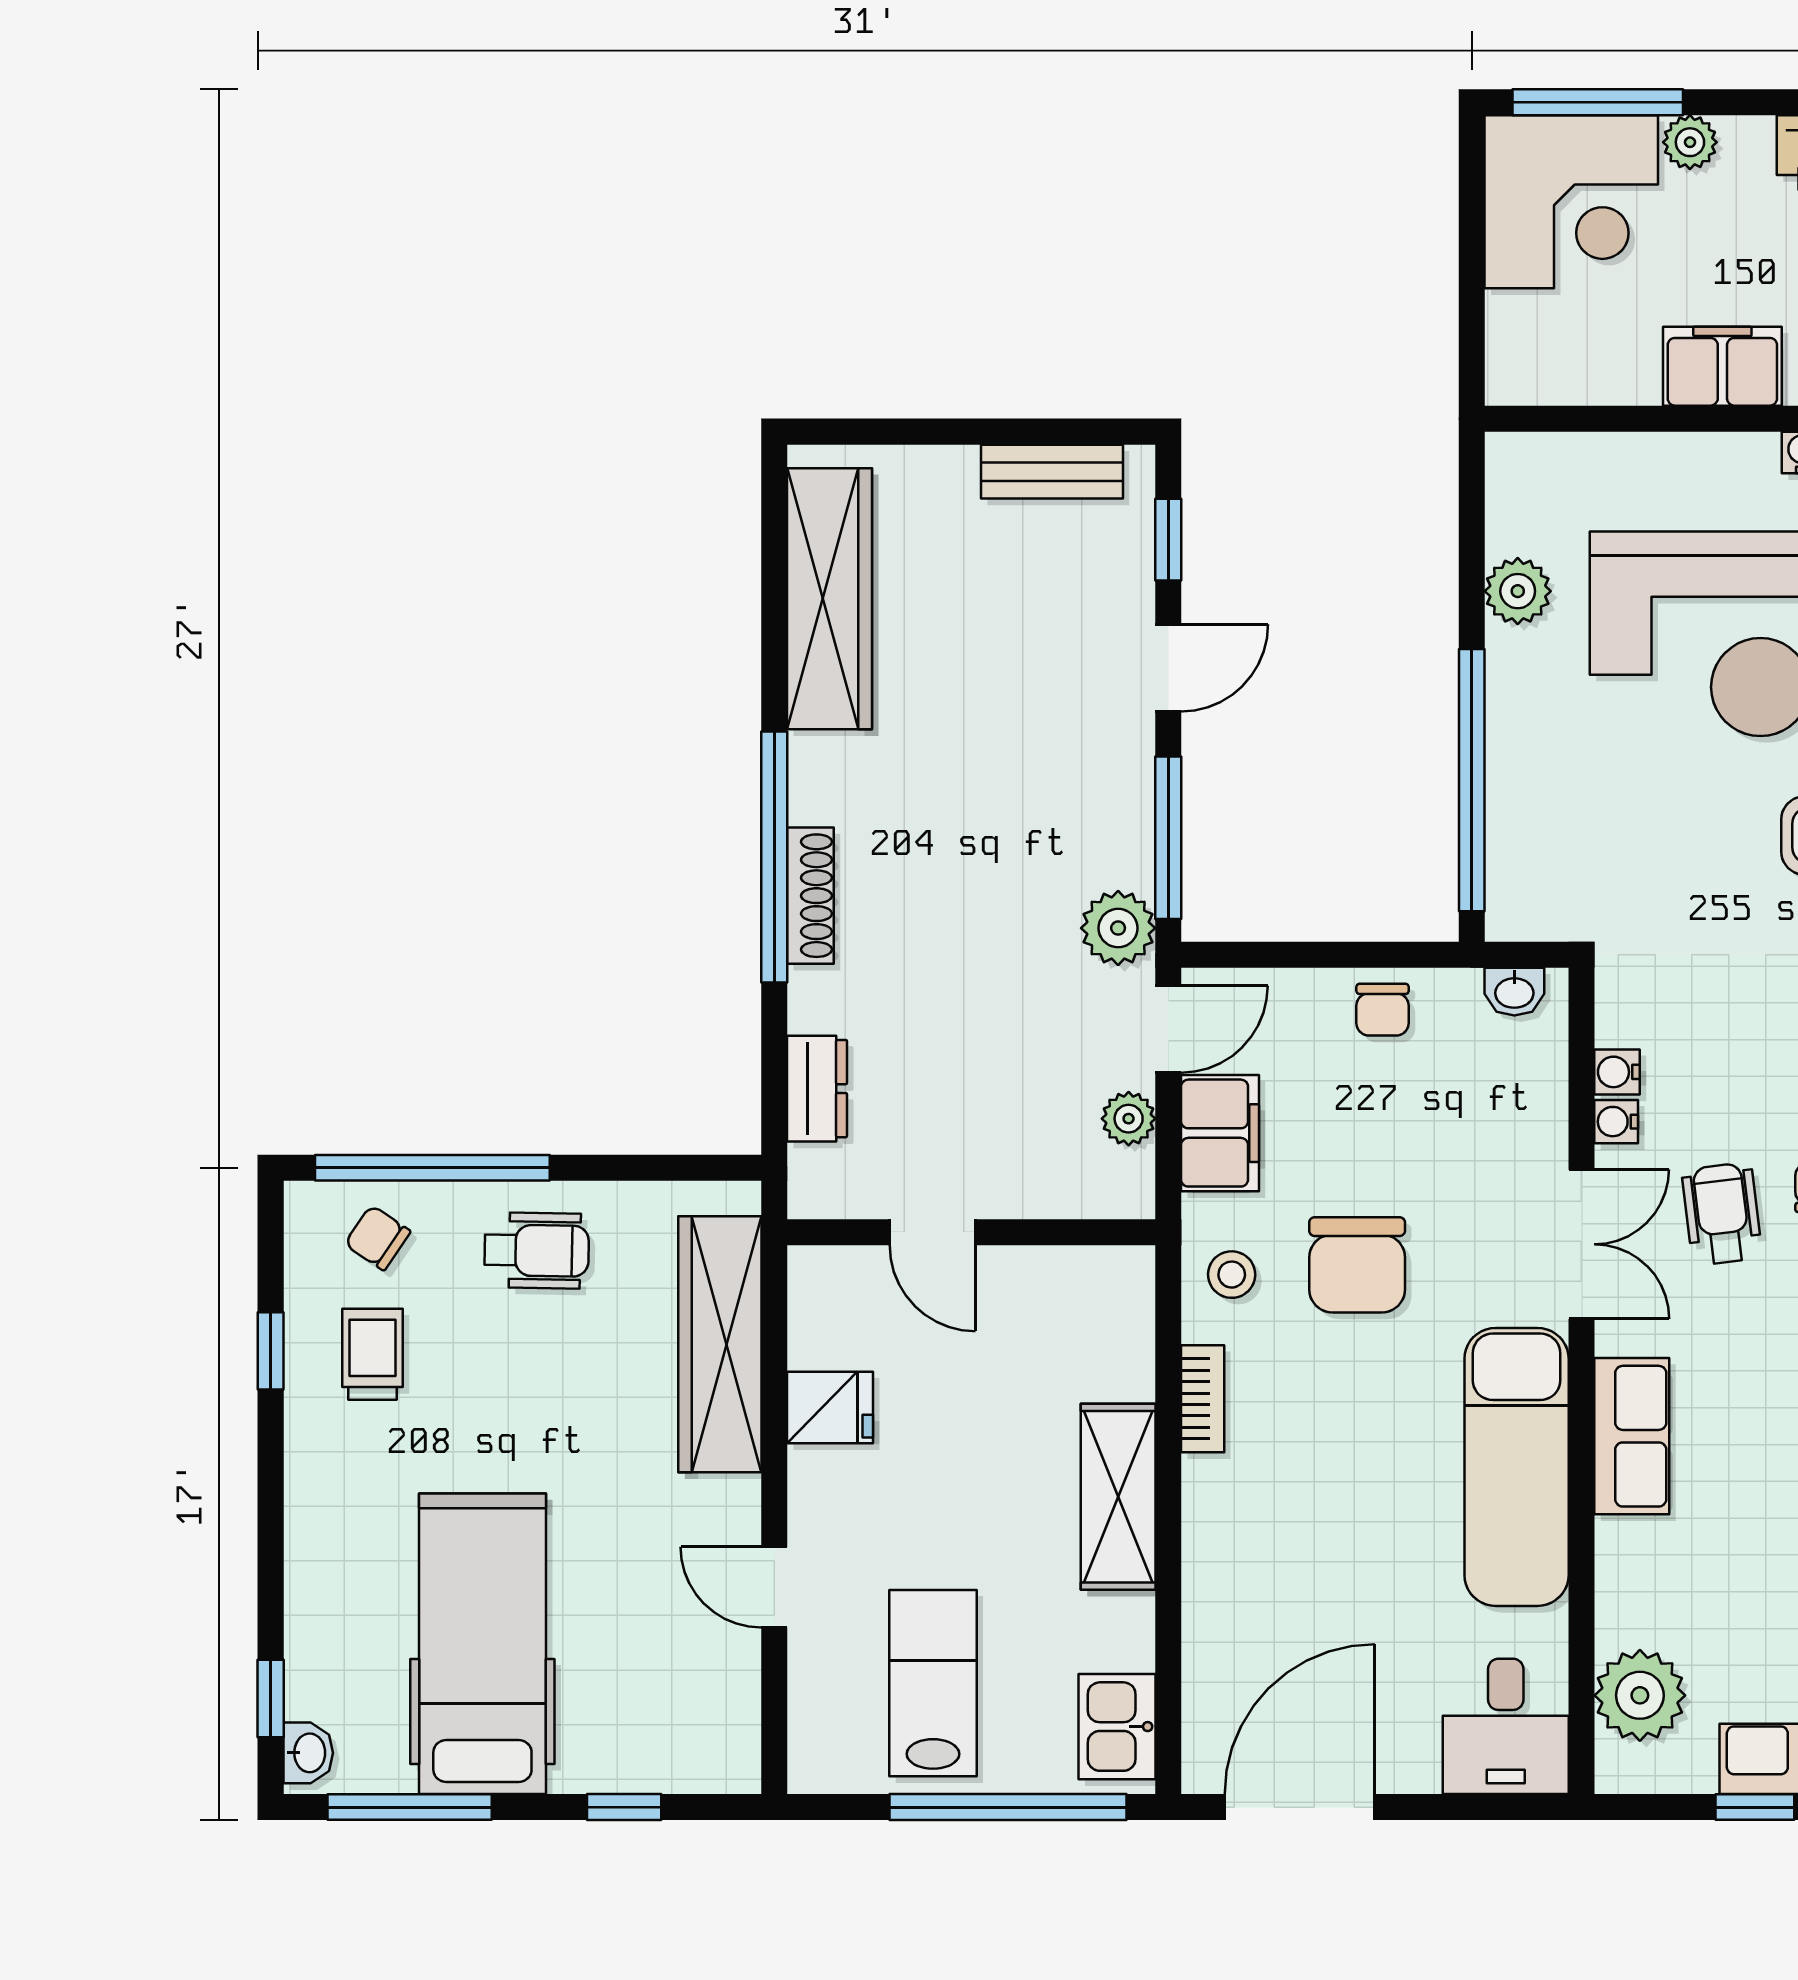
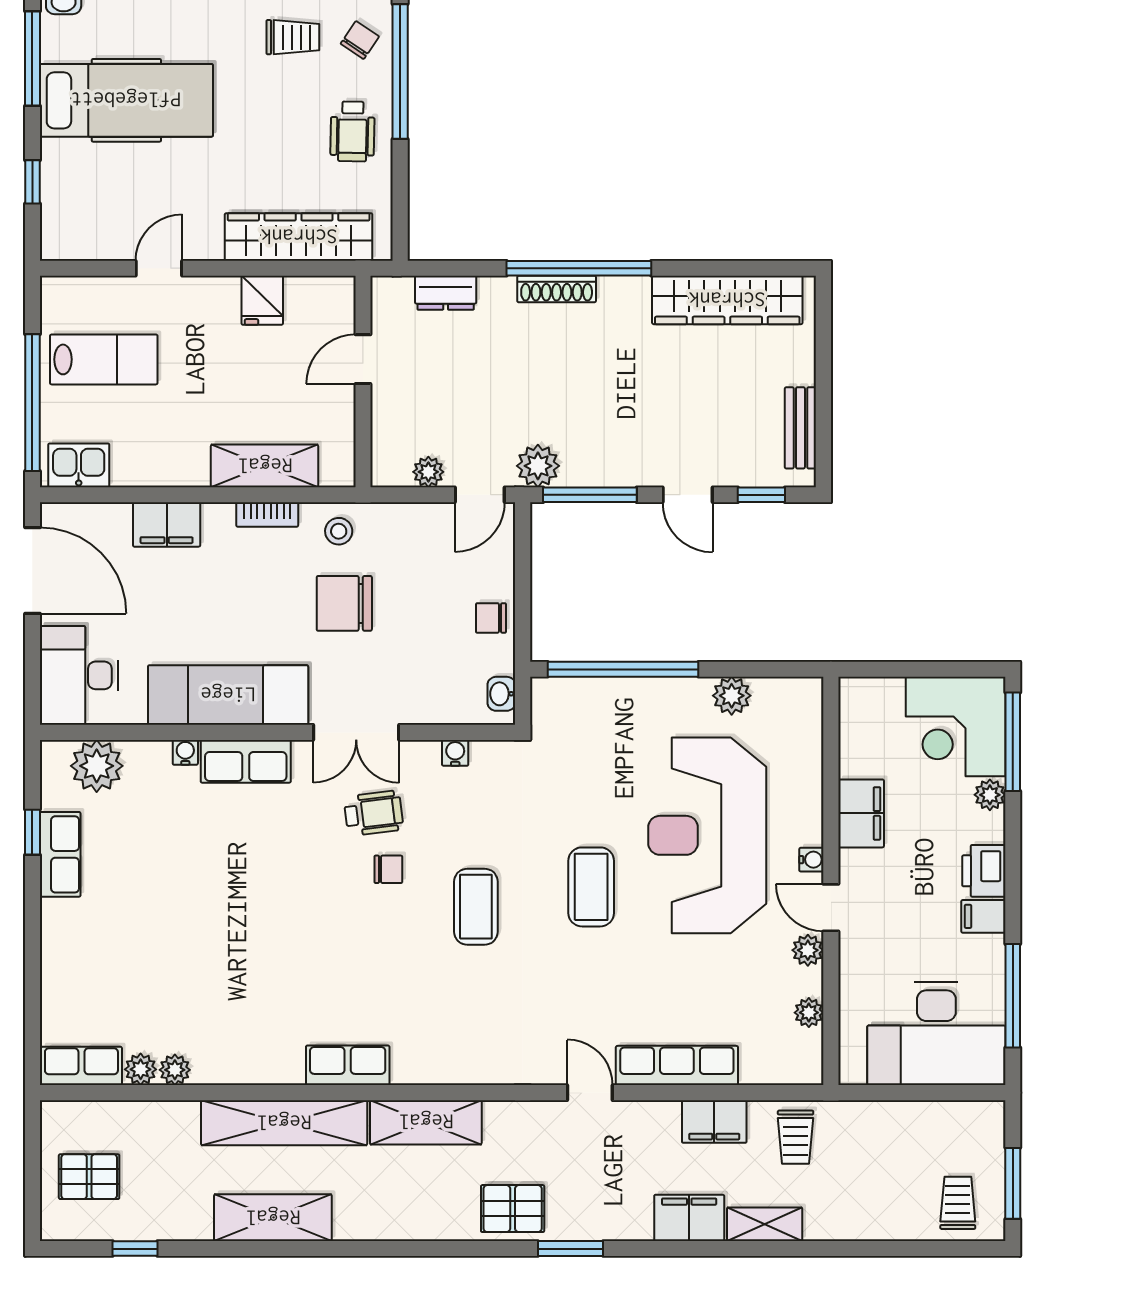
door: (1168, 1029) -> (480, 495), hinge flipped
water cooler: (1616, 1122) -> (185, 752), moved
filing cabinet: (1220, 1133) -> (167, 524), moved
shelving: (1118, 1497) -> (265, 466), moved
desk: (1506, 1726) -> (79, 675), width x1.37

